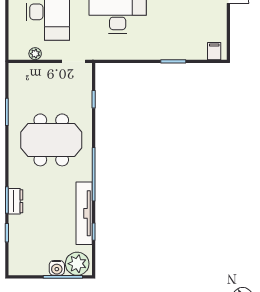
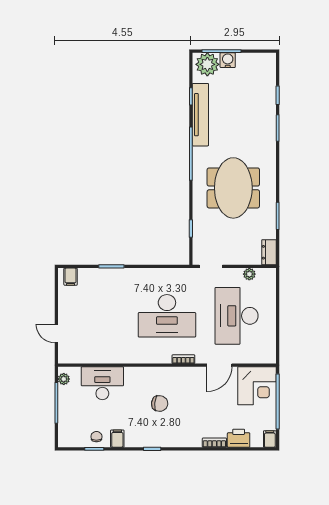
meeting table: (51, 140) -> (233, 188), turned 90
dresser: (15, 201) -> (269, 252), moved

